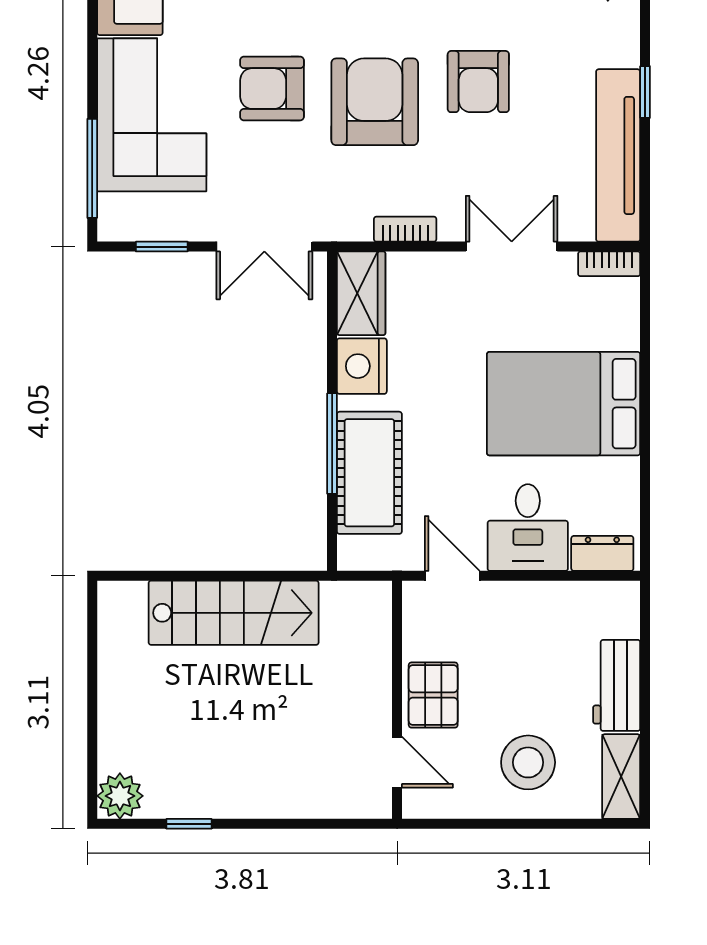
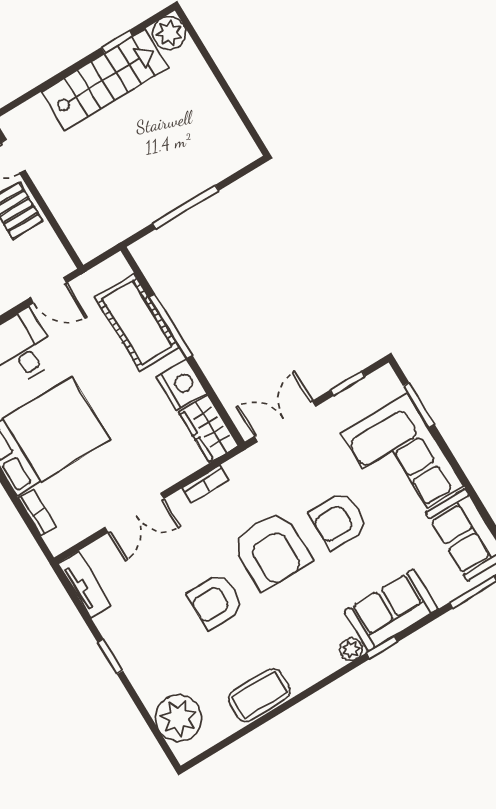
armchair: (478, 82) -> (216, 601), turned -90
armchair: (272, 89) -> (339, 520), turned 180
tv unit: (618, 155) -> (85, 585), width x0.52, depth x0.78
window: (92, 168) -> (419, 405), width x0.69
bookcase: (609, 264) -> (37, 513), moved, turned 90
window: (227, 576) -> (186, 207), added
stairs: (234, 613) -> (105, 80), moved, turned 180

